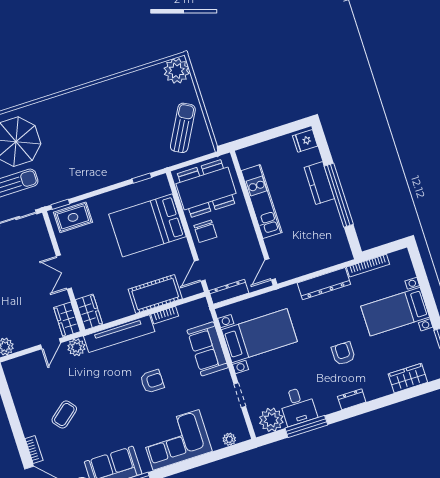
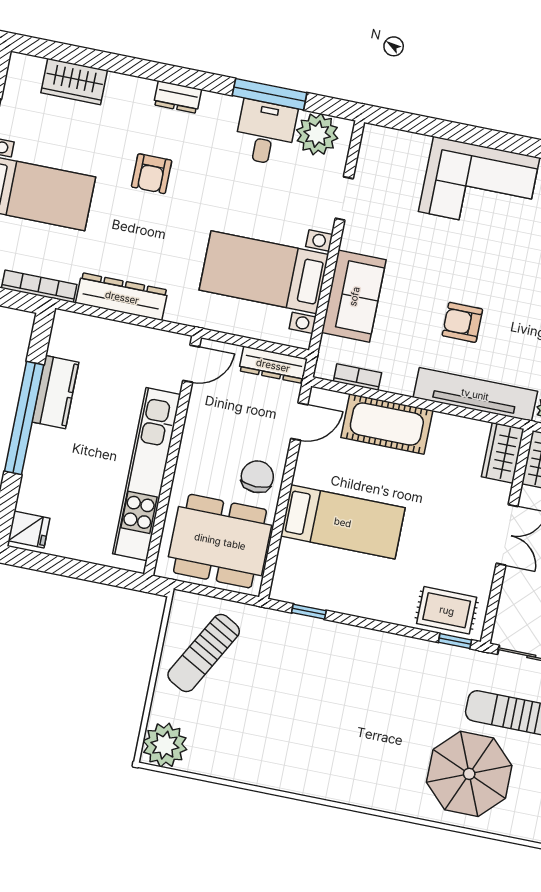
kitchen counter: (319, 183) -> (55, 392), moved
kitchen unit: (262, 202) -> (147, 474), width x1.36
bed: (147, 225) -> (343, 522), width x0.67
bookcase: (165, 315) -> (357, 377), moved
armchair: (152, 381) -> (462, 322), moved
plant: (229, 439) -> (398, 140), removed

